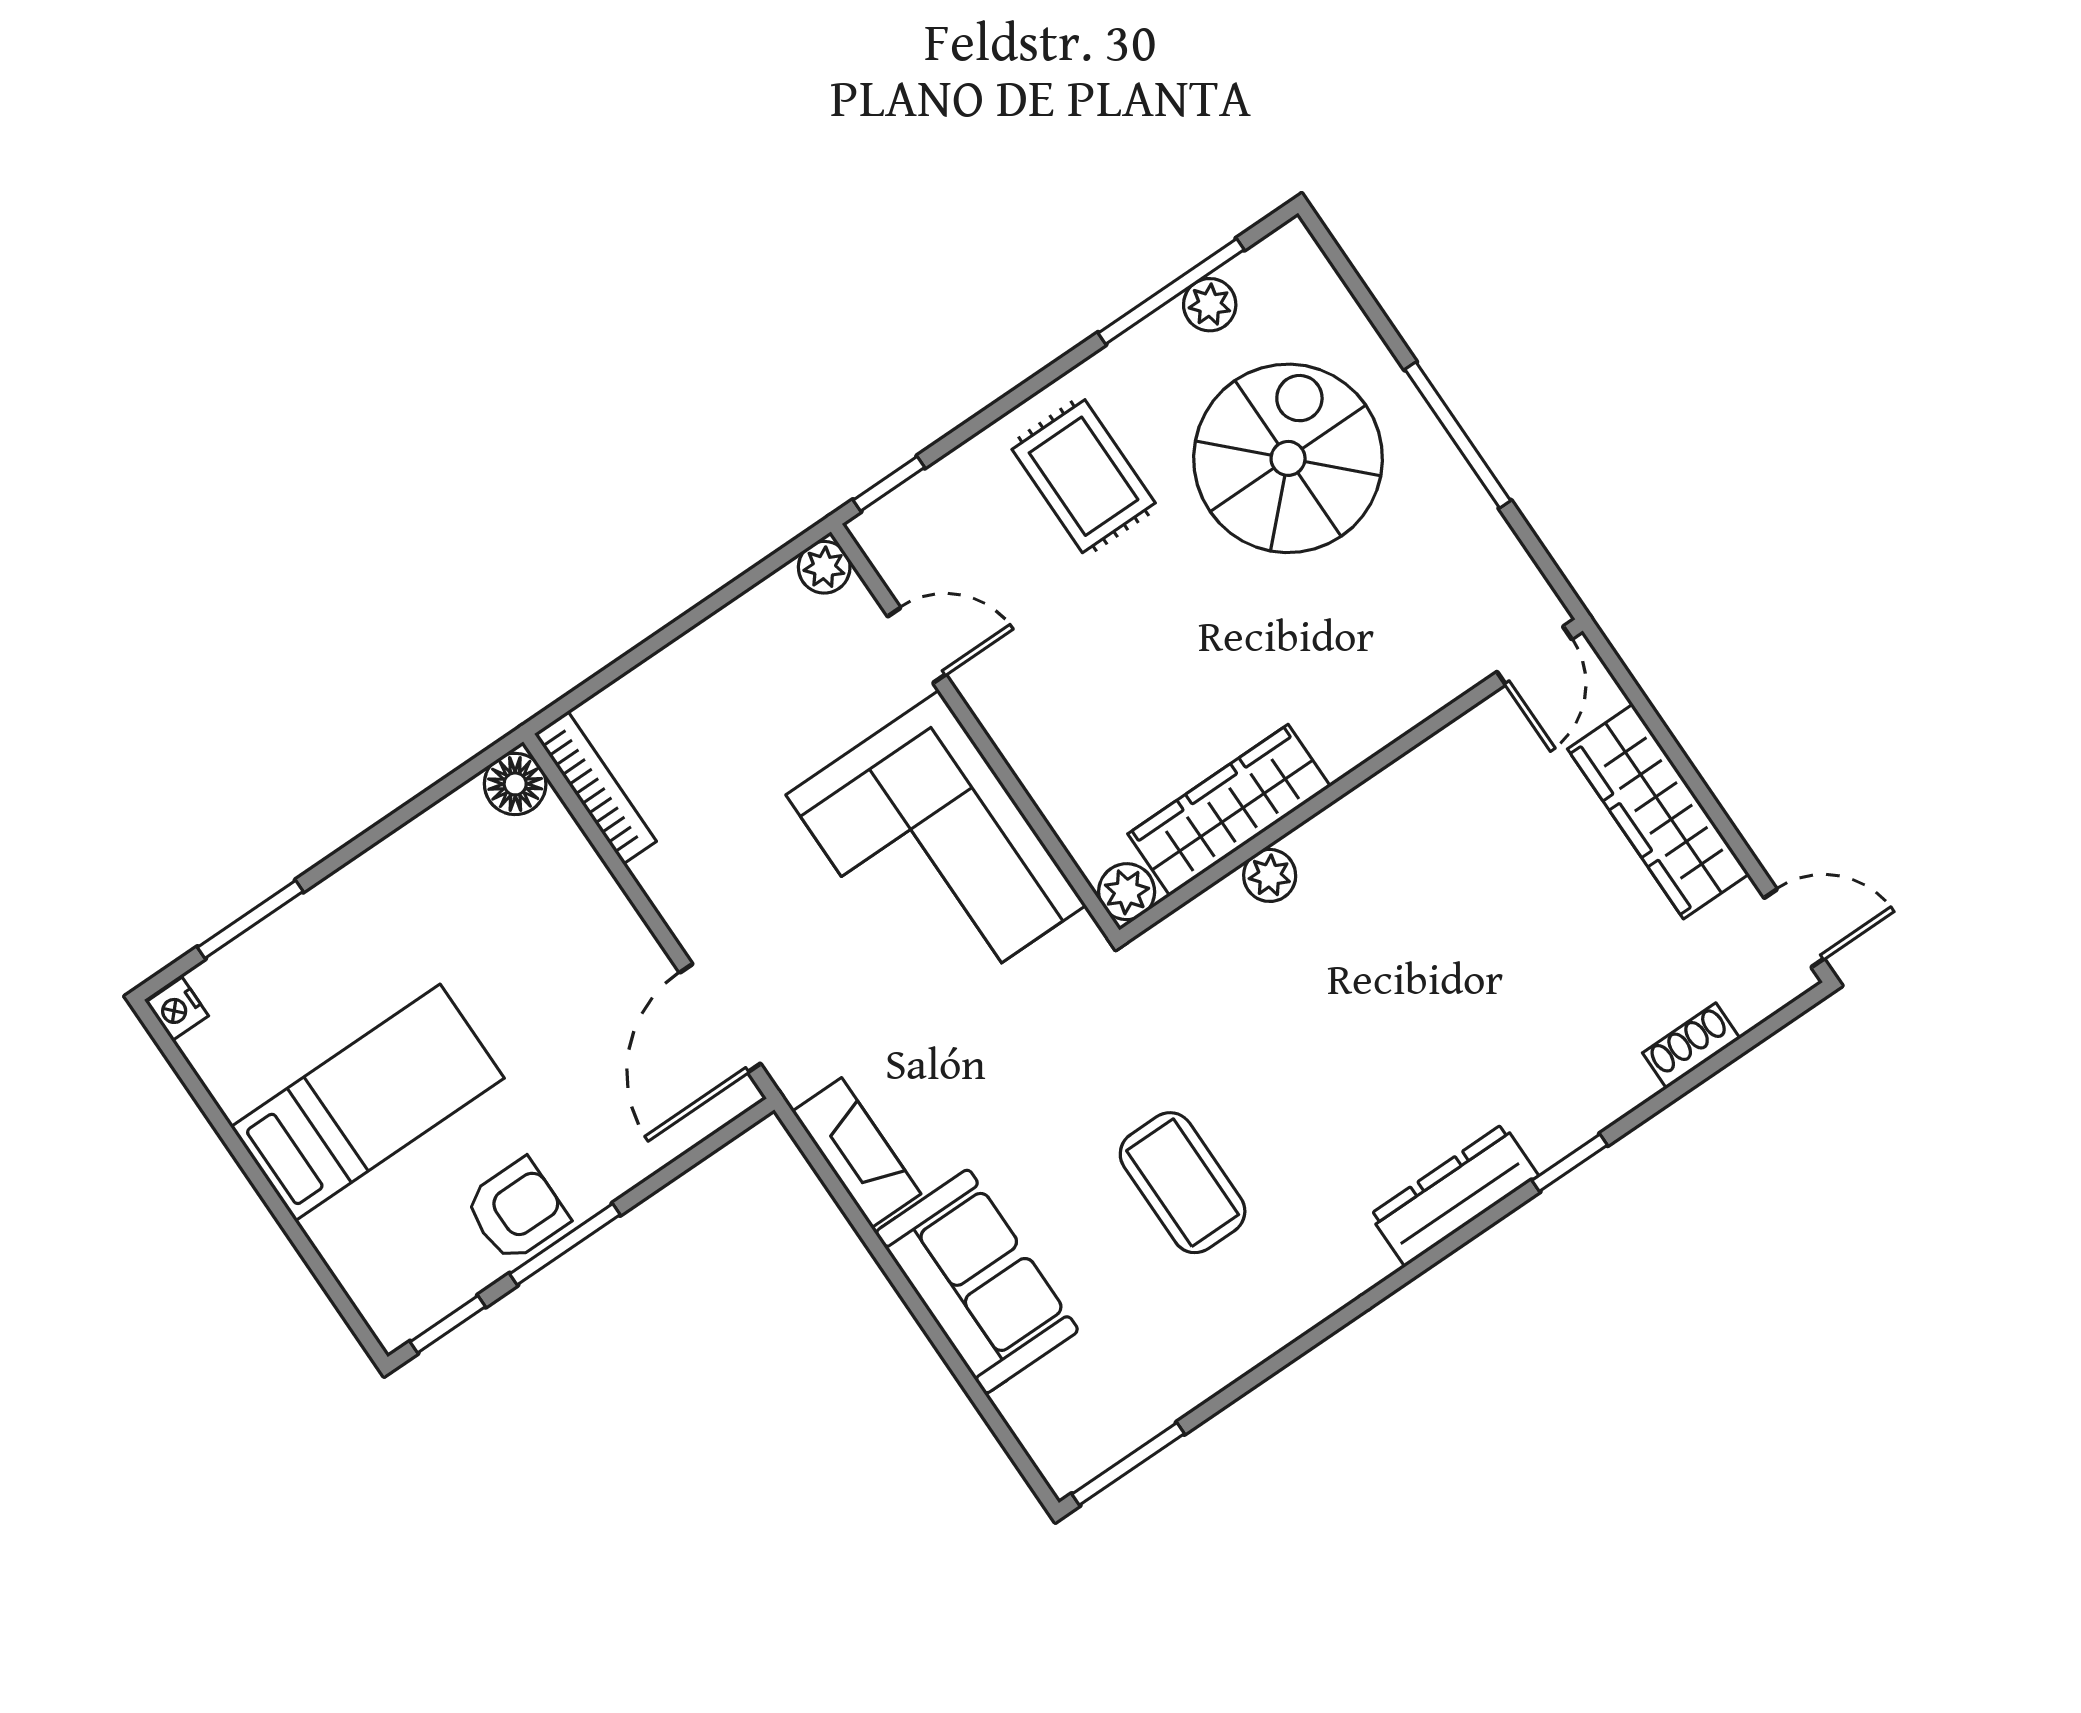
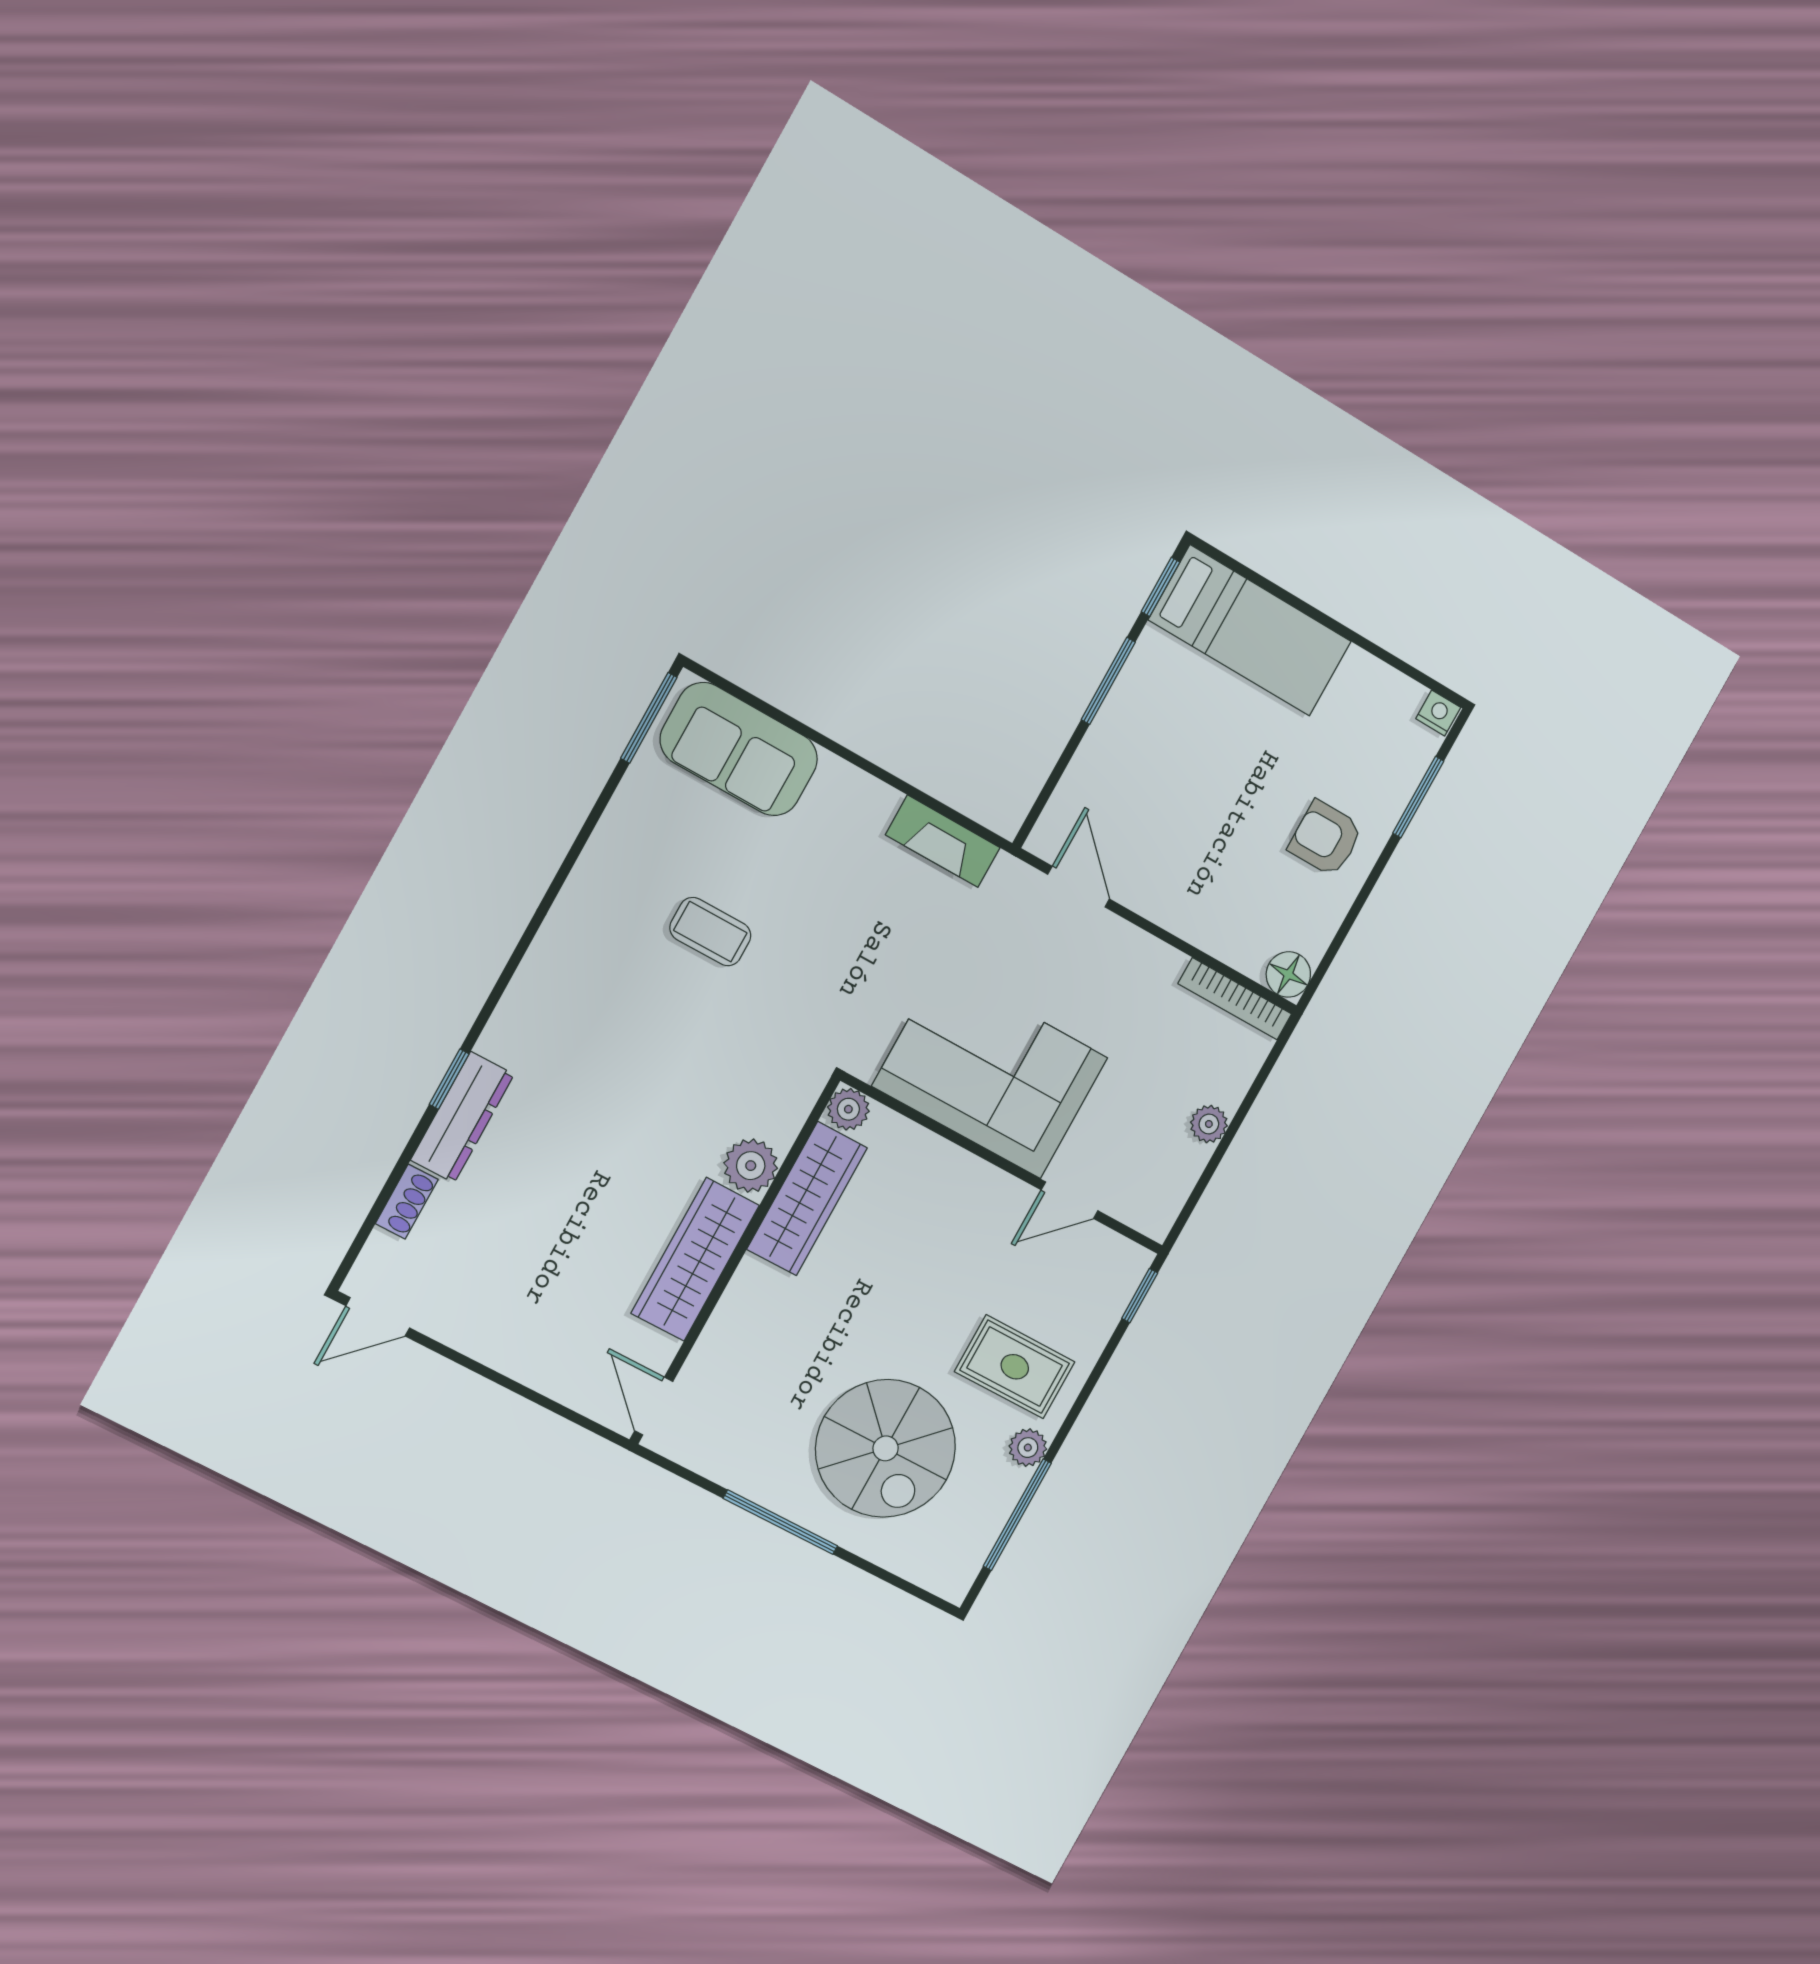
plant: (1210, 305) -> (1028, 1448), moved
plant: (824, 567) -> (1209, 1124), moved
wardrobe: (1658, 812) -> (695, 1259), moved, turned -90
plant: (1270, 875) -> (751, 1166), width x1.38, depth x1.38
door: (720, 1018) -> (1079, 887), width x0.73
bed: (368, 1103) -> (1250, 631), moved, turned -90
coffee table: (1183, 1183) -> (710, 932), width x0.73, depth x0.77
dresser: (1454, 1195) -> (462, 1117), moved
armchair: (517, 1210) -> (1326, 838), moved, turned 90
sofa: (977, 1282) -> (739, 749), moved

